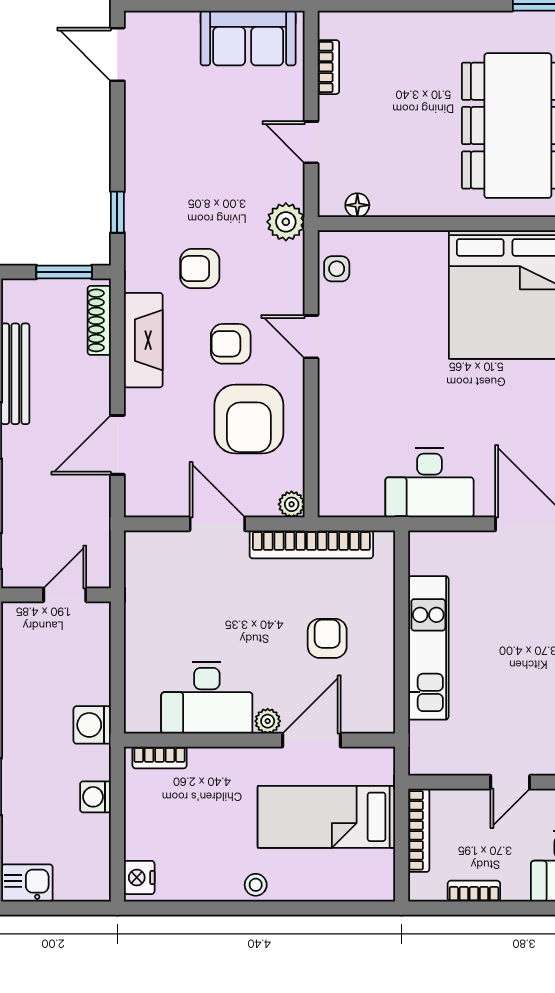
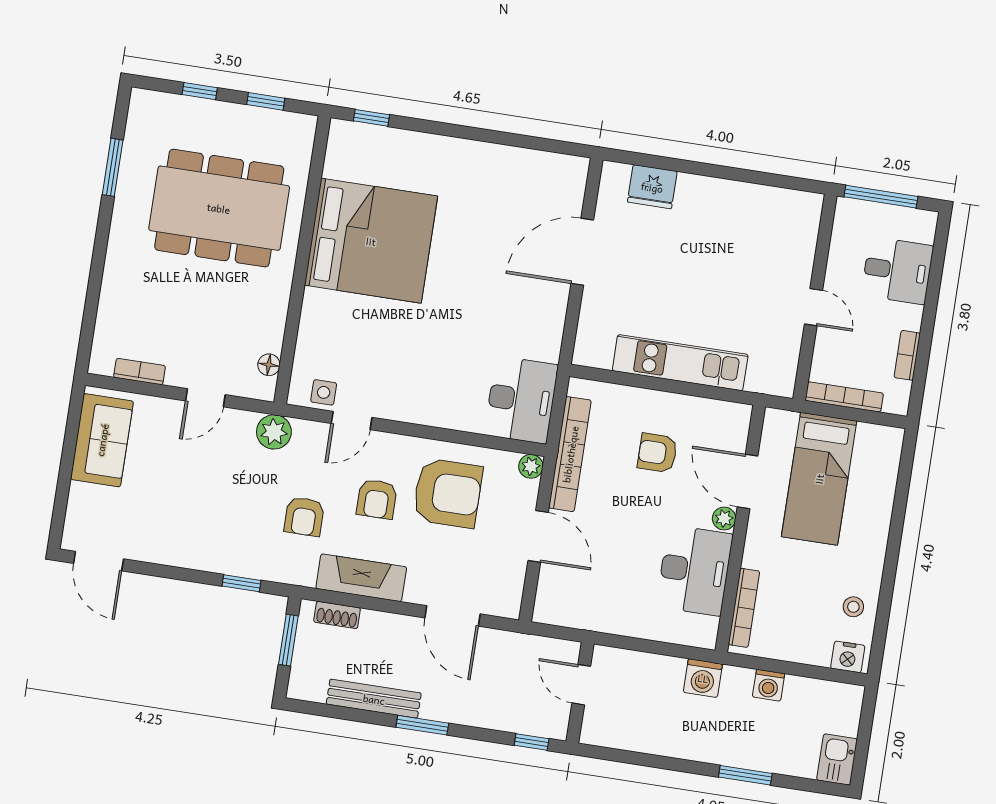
door: (117, 54) -> (99, 561), hinge flipped
shoe rack: (99, 320) -> (337, 615), width x0.70
door: (311, 337) -> (352, 420), moved
desk: (429, 483) -> (521, 400), moved
door: (217, 524) -> (538, 536), swing flipped
bookcase: (160, 758) -> (744, 608), width x1.56
stool: (256, 885) -> (853, 607), moved

